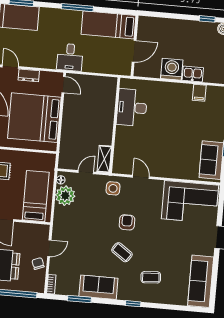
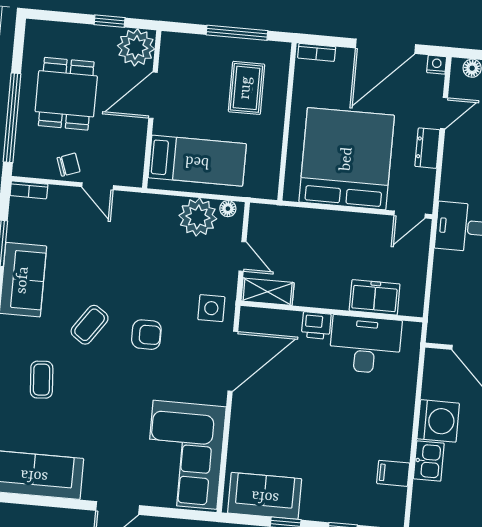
freezer: (107, 103) -> (375, 297), added
printer: (122, 133) -> (316, 325), added
door: (141, 177) -> (233, 361), width x1.87

